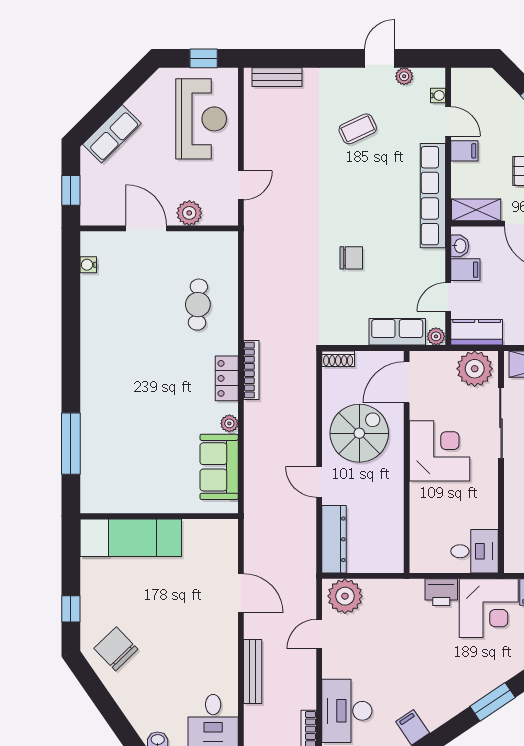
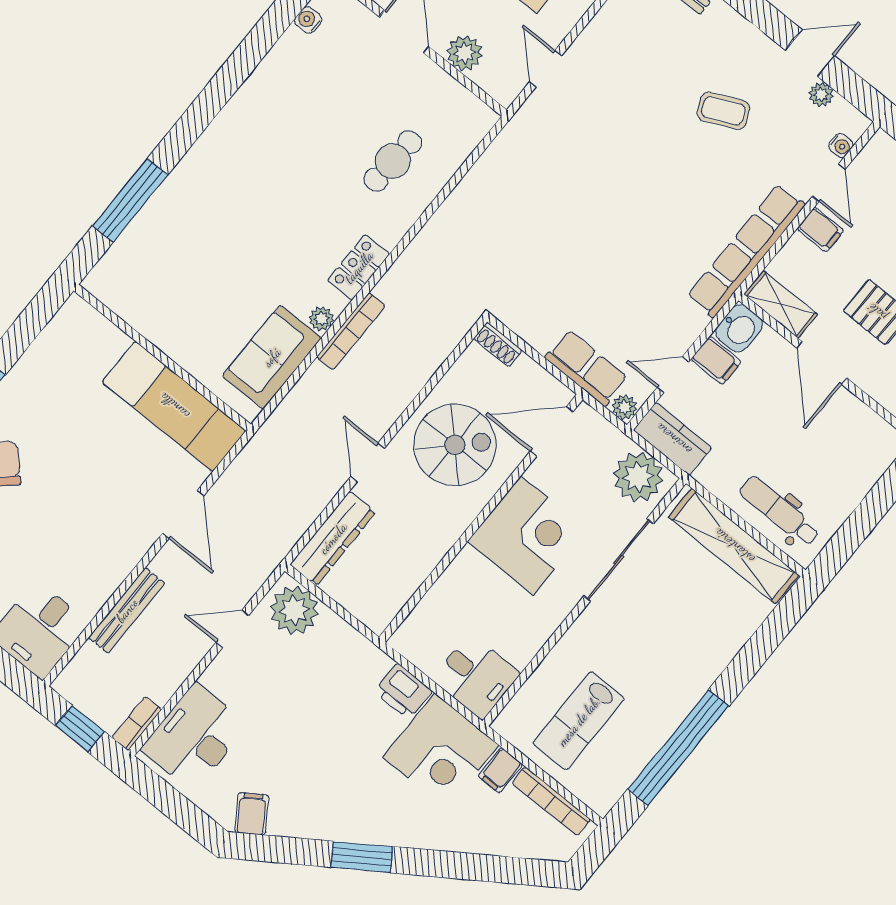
door: (241, 185) -> (545, 69), swing flipped
washbasin: (460, 246) -> (739, 328), width x1.38, depth x1.45
chair: (351, 258) -> (602, 246), removed
bookcase: (251, 370) -> (351, 331), moved
exam couch: (131, 538) -> (174, 406), moved

